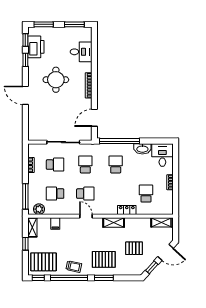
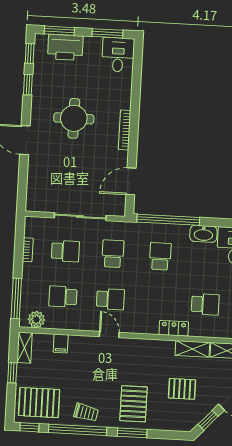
printer: (36, 47) -> (65, 47), moved, turned 90
desk: (81, 52) -> (118, 55), moved, turned -90
school desk: (146, 194) -> (205, 304), turned 90
shelving: (114, 222) -> (192, 349), moved
pallet: (104, 259) -> (134, 404), turned 90

